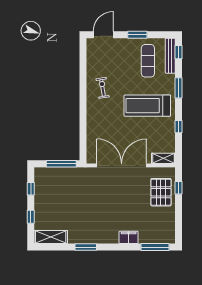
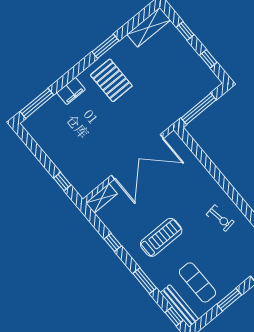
treadmill: (147, 106) -> (161, 237), width x0.73, depth x0.73
pallet: (161, 192) -> (111, 80), moved

